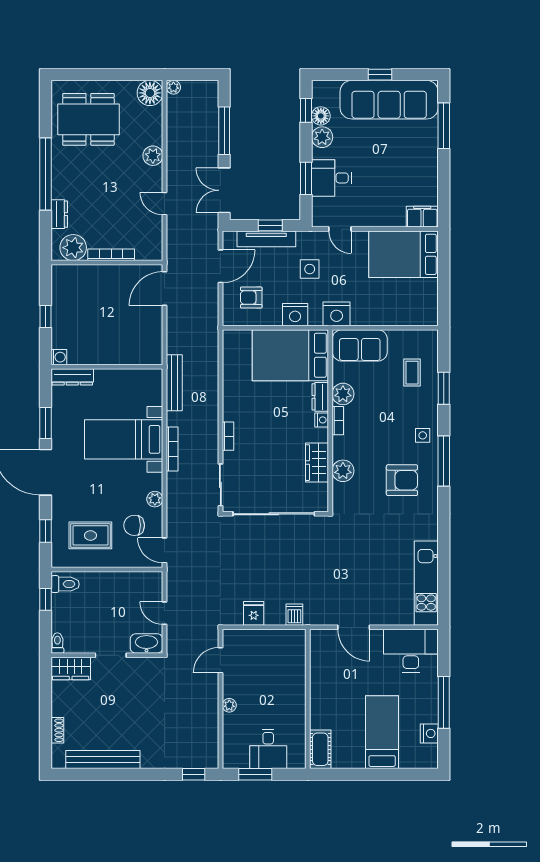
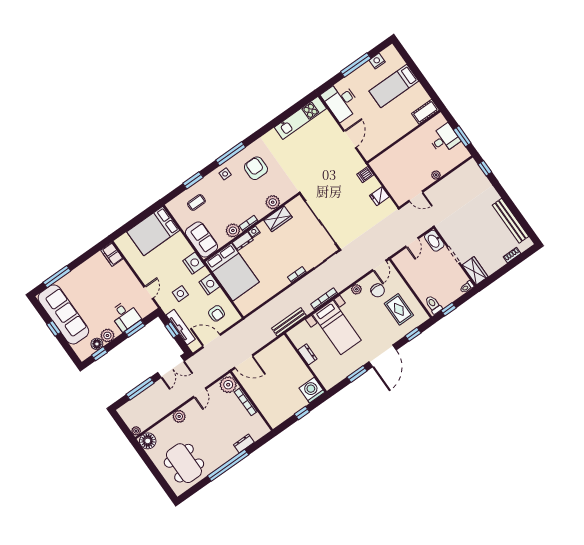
plant: (73, 248) -> (228, 385), moved
bed: (403, 254) -> (153, 231), moved, turned 90
washing machine: (59, 357) -> (312, 390), width x1.89, depth x1.89
dresser: (72, 377) -> (307, 354), moved, width x0.70

